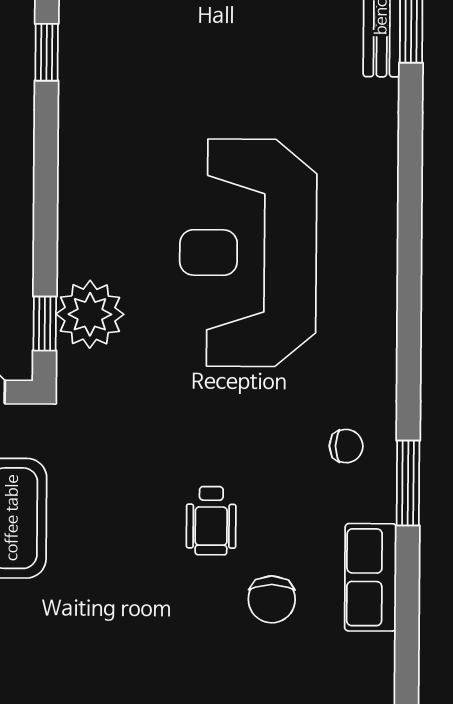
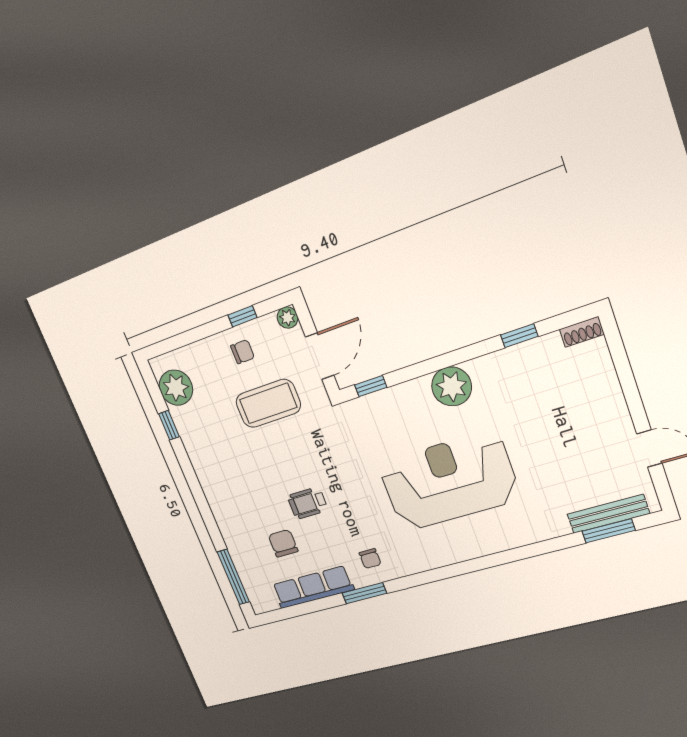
plant: (90, 314) -> (452, 386), moved
row of seats: (371, 577) -> (313, 587), width x1.48
chair: (272, 599) -> (283, 543), turned 90

